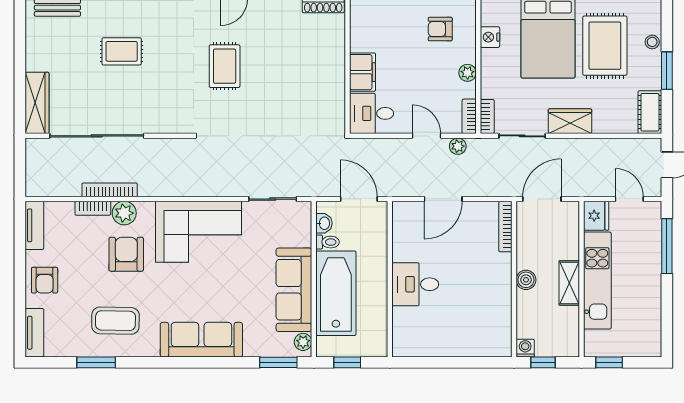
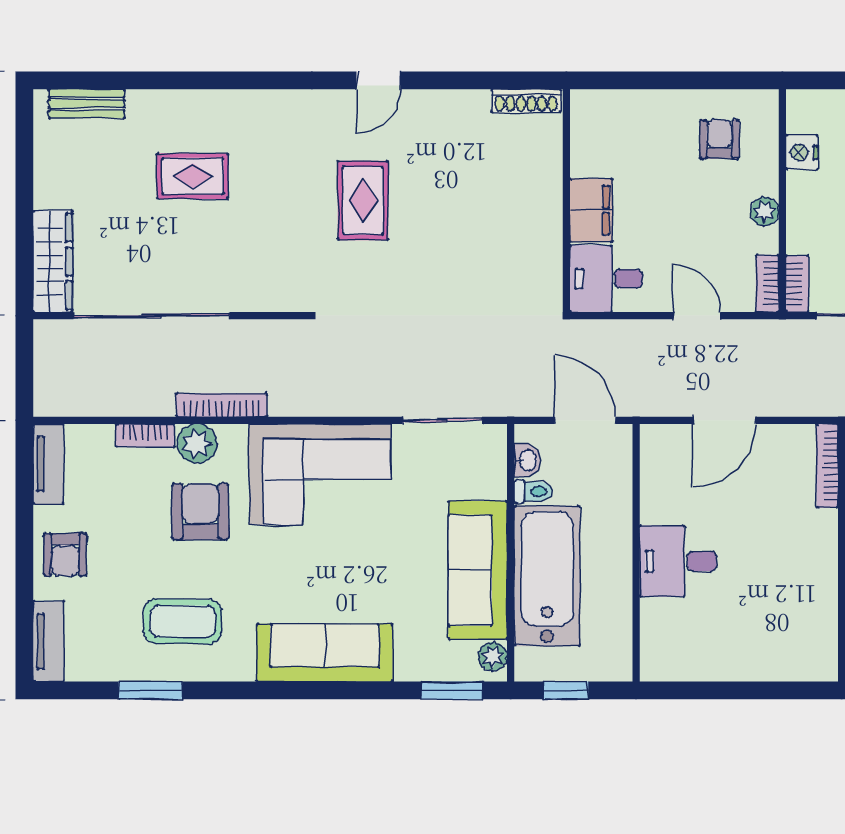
armchair: (440, 29) -> (720, 139), turned 90
plant: (458, 146) -> (749, 333), removed
bookcase: (110, 190) -> (222, 405), moved

